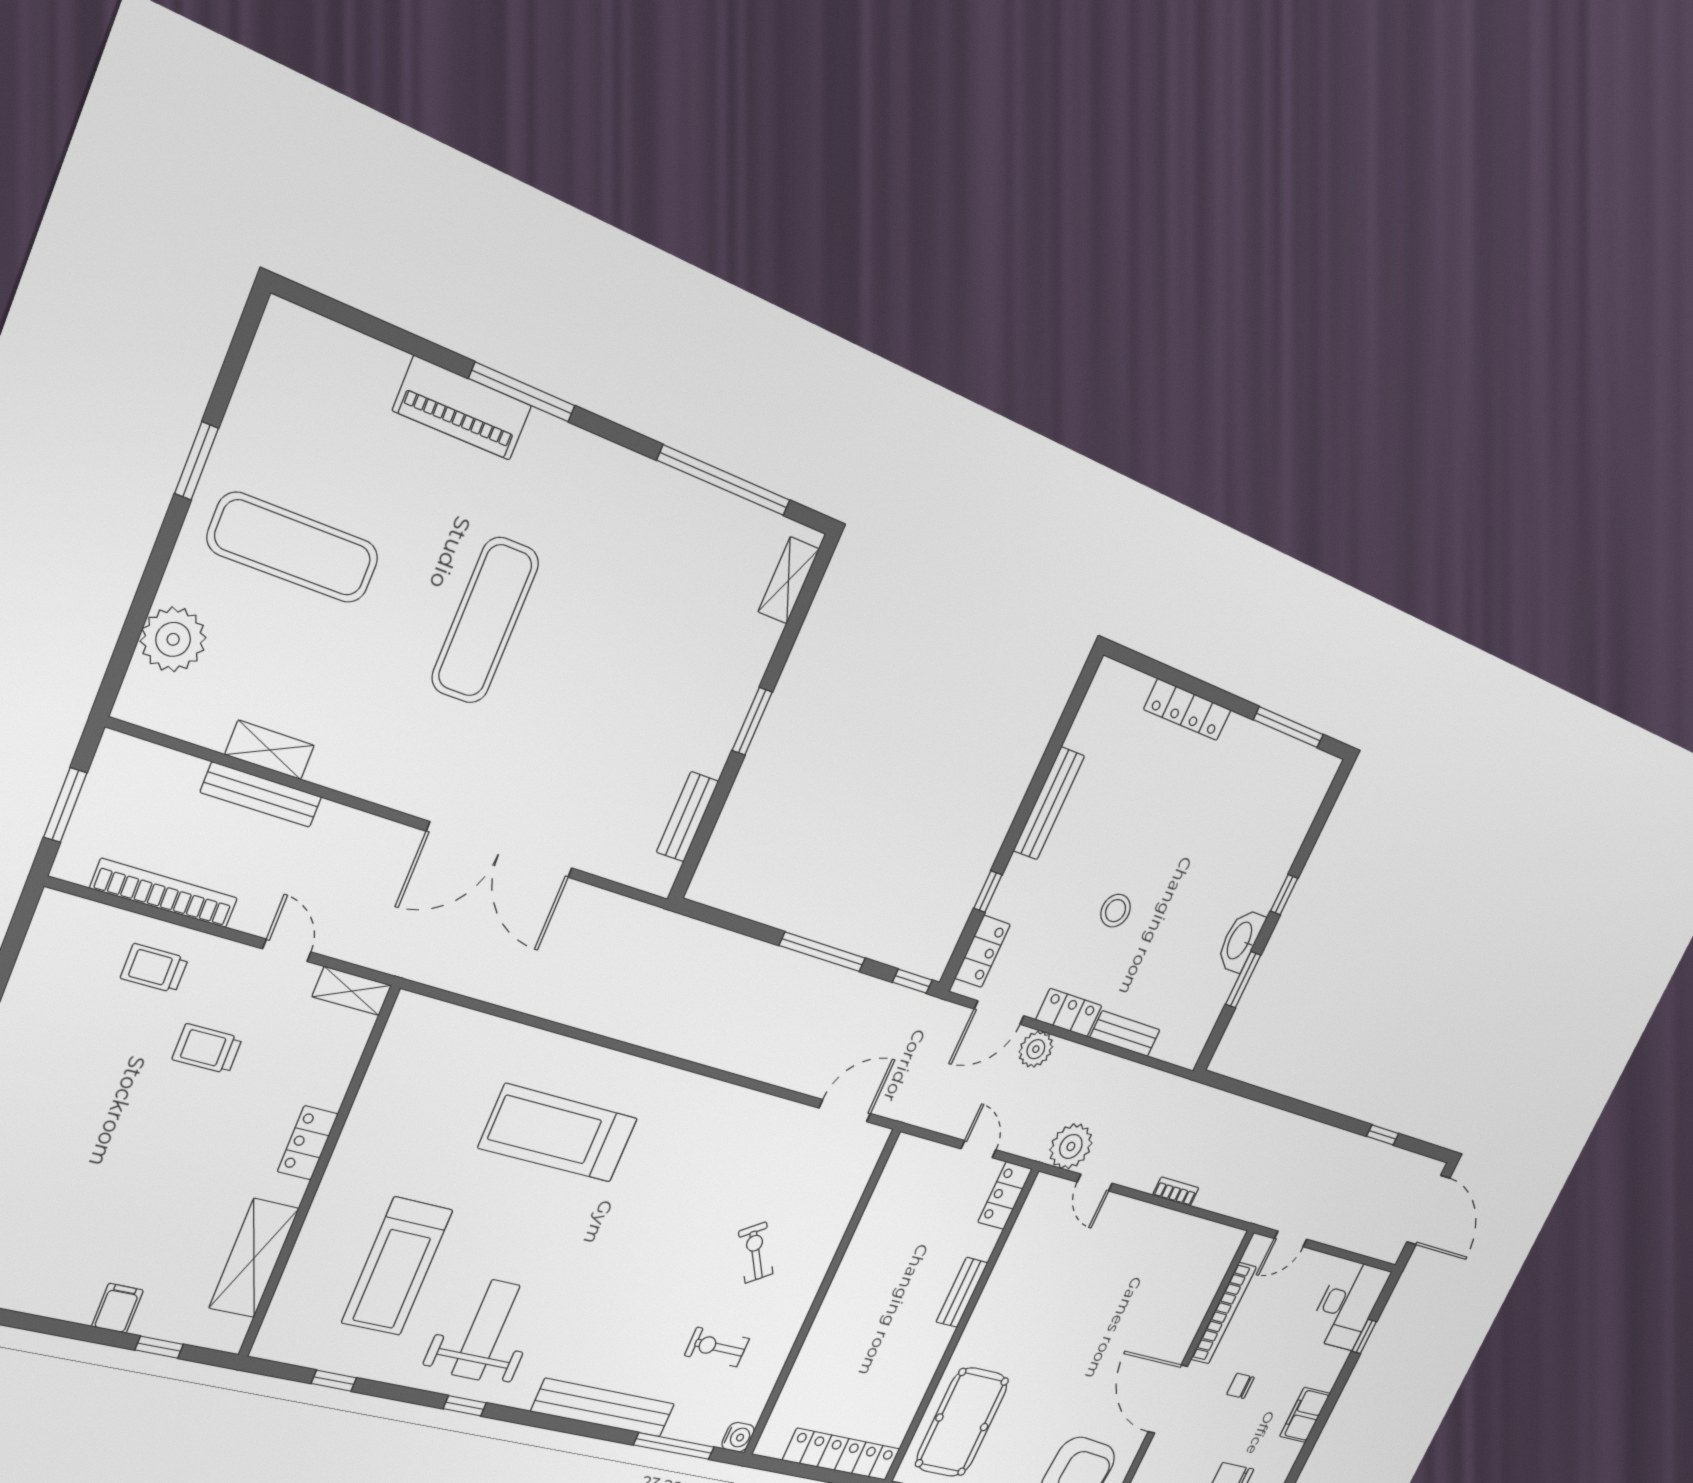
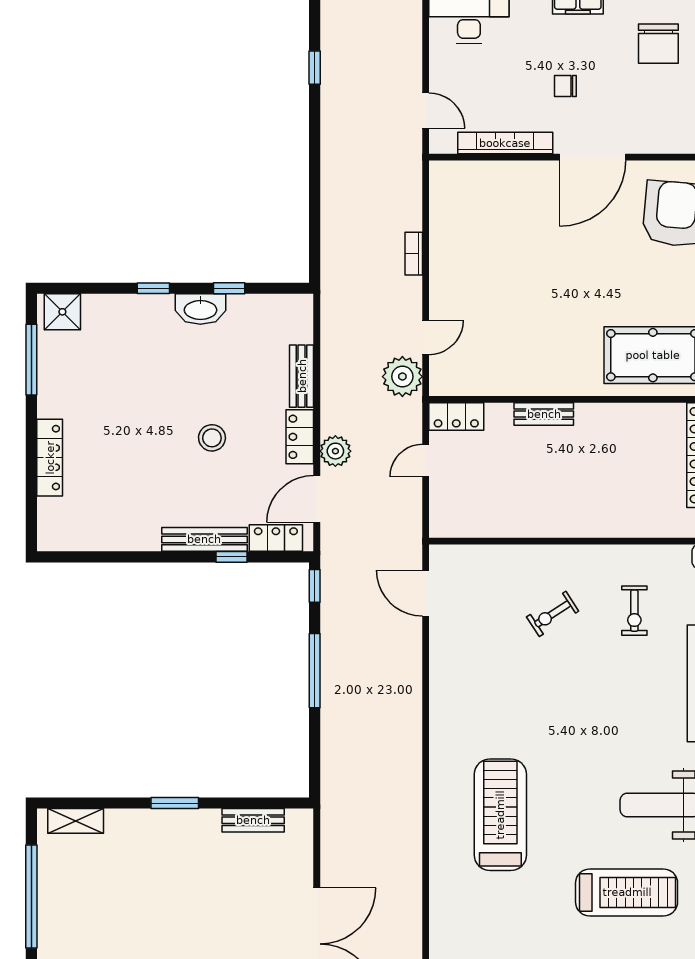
shower: (1314, 782) -> (62, 312), added
bench: (1049, 803) -> (204, 539), moved
window: (1243, 980) -> (229, 288), width x0.67
door: (999, 1012) -> (317, 499), swing flipped
treadmill: (558, 1133) -> (500, 815), turned 180
chair: (1240, 1386) -> (565, 86), turned 90

